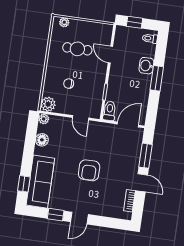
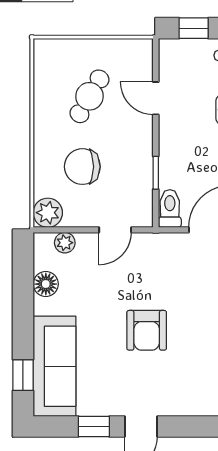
plant: (64, 22) -> (56, 48), removed
cafe table: (77, 49) -> (89, 96), turned -60
chair: (69, 84) -> (82, 167), width x1.87, depth x1.87
door: (81, 118) -> (115, 230), hinge flipped
plant: (44, 119) -> (65, 243), moved

